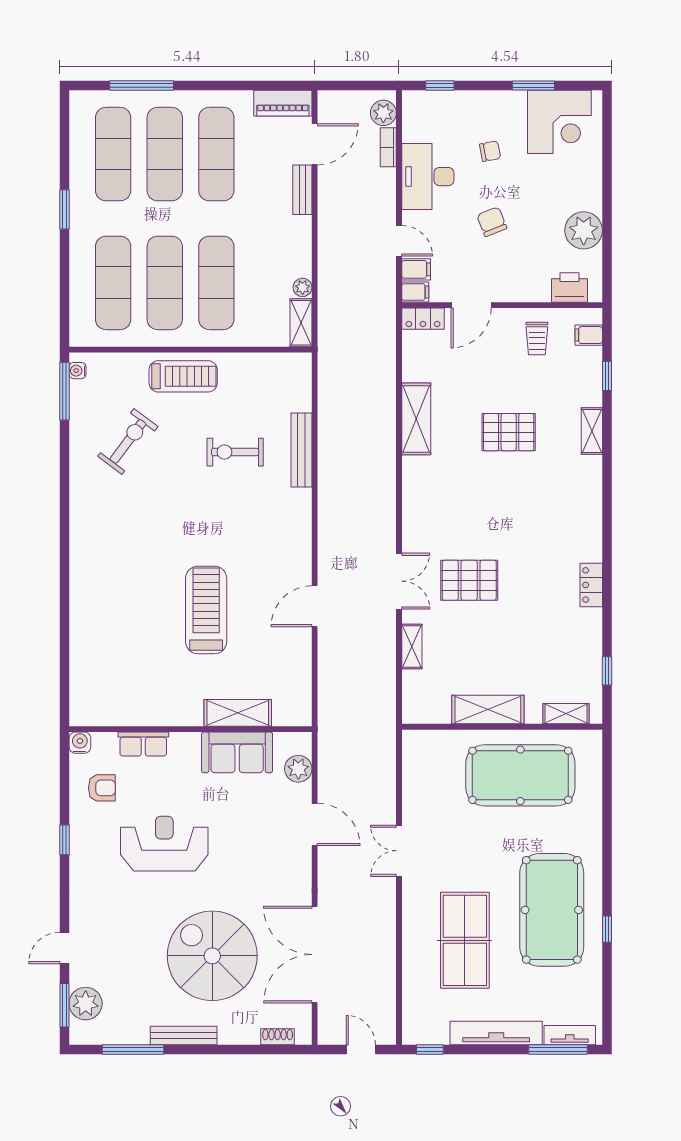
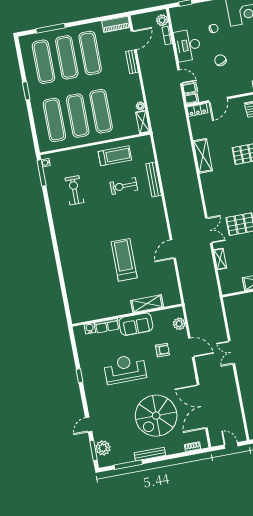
treadmill: (183, 376) -> (115, 156), moved
exercise bike: (128, 441) -> (74, 190), turned -37
water cooler: (80, 743) -> (90, 328), moved
sofa: (237, 752) -> (136, 324), moved
armchair: (102, 788) -> (162, 350), moved
spiral stairs: (212, 956) -> (156, 416), turned -90

